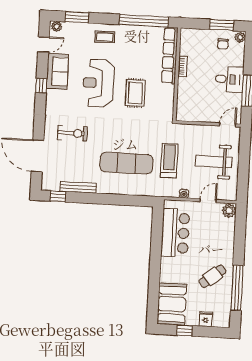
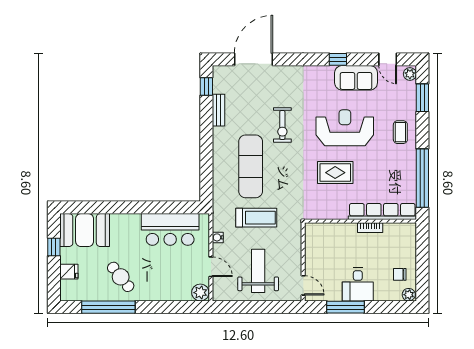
window: (222, 25) -> (422, 272), removed
exercise bike: (72, 133) -> (282, 125), moved
bench: (78, 187) -> (219, 110), width x0.73

